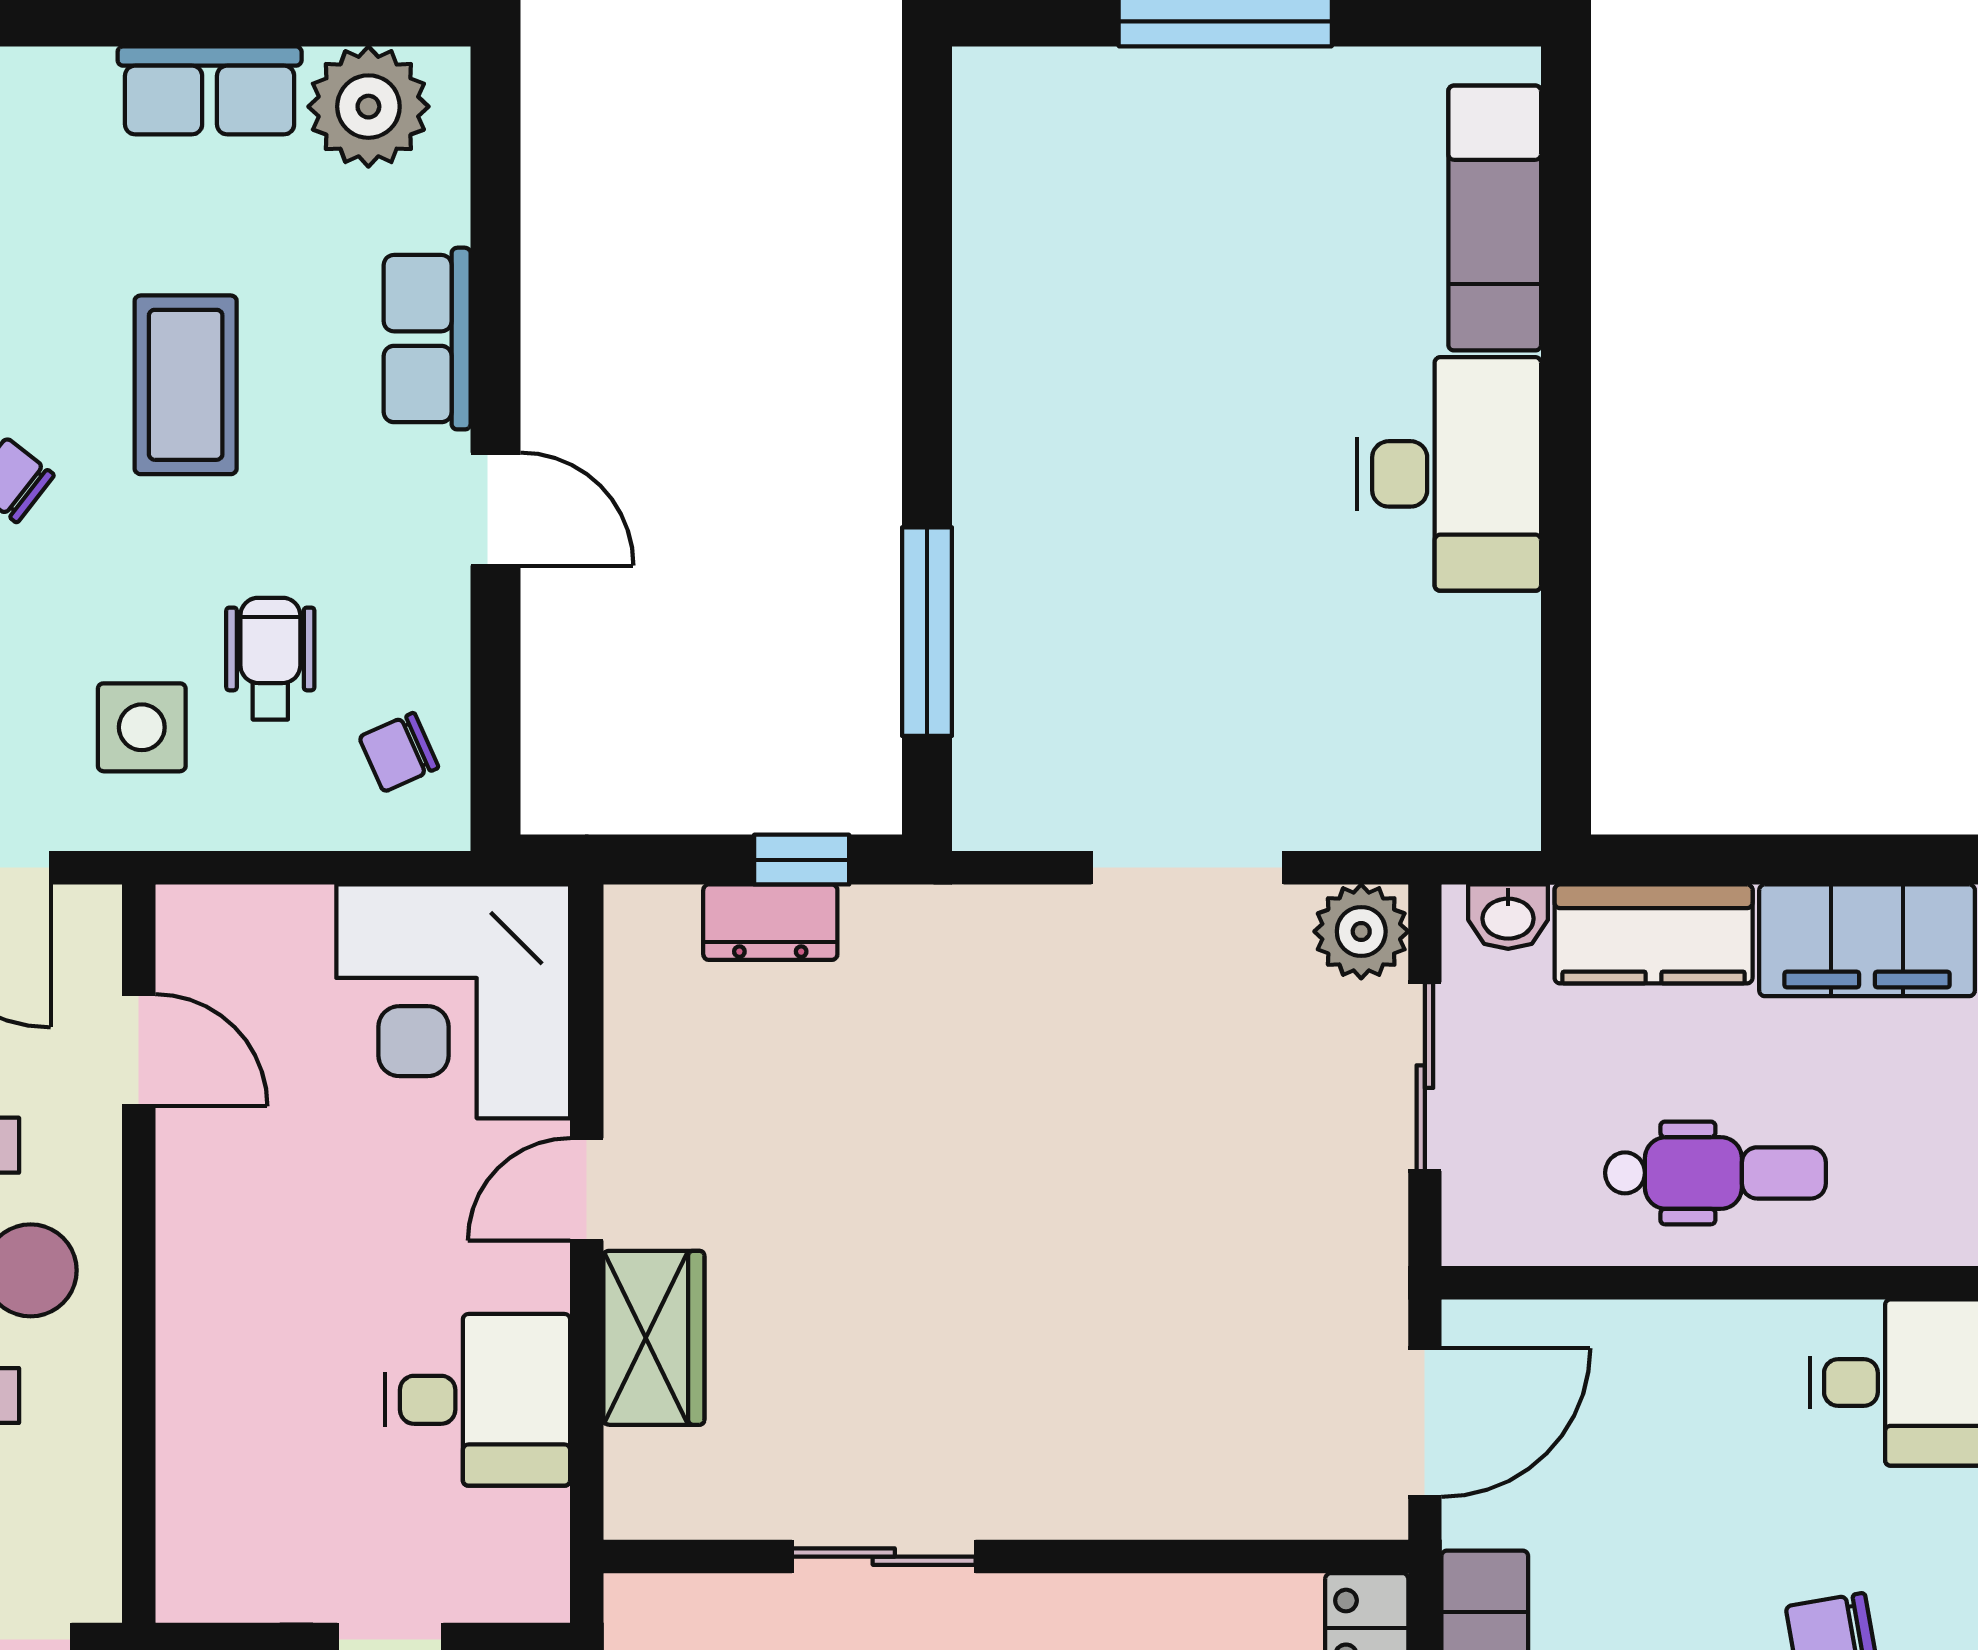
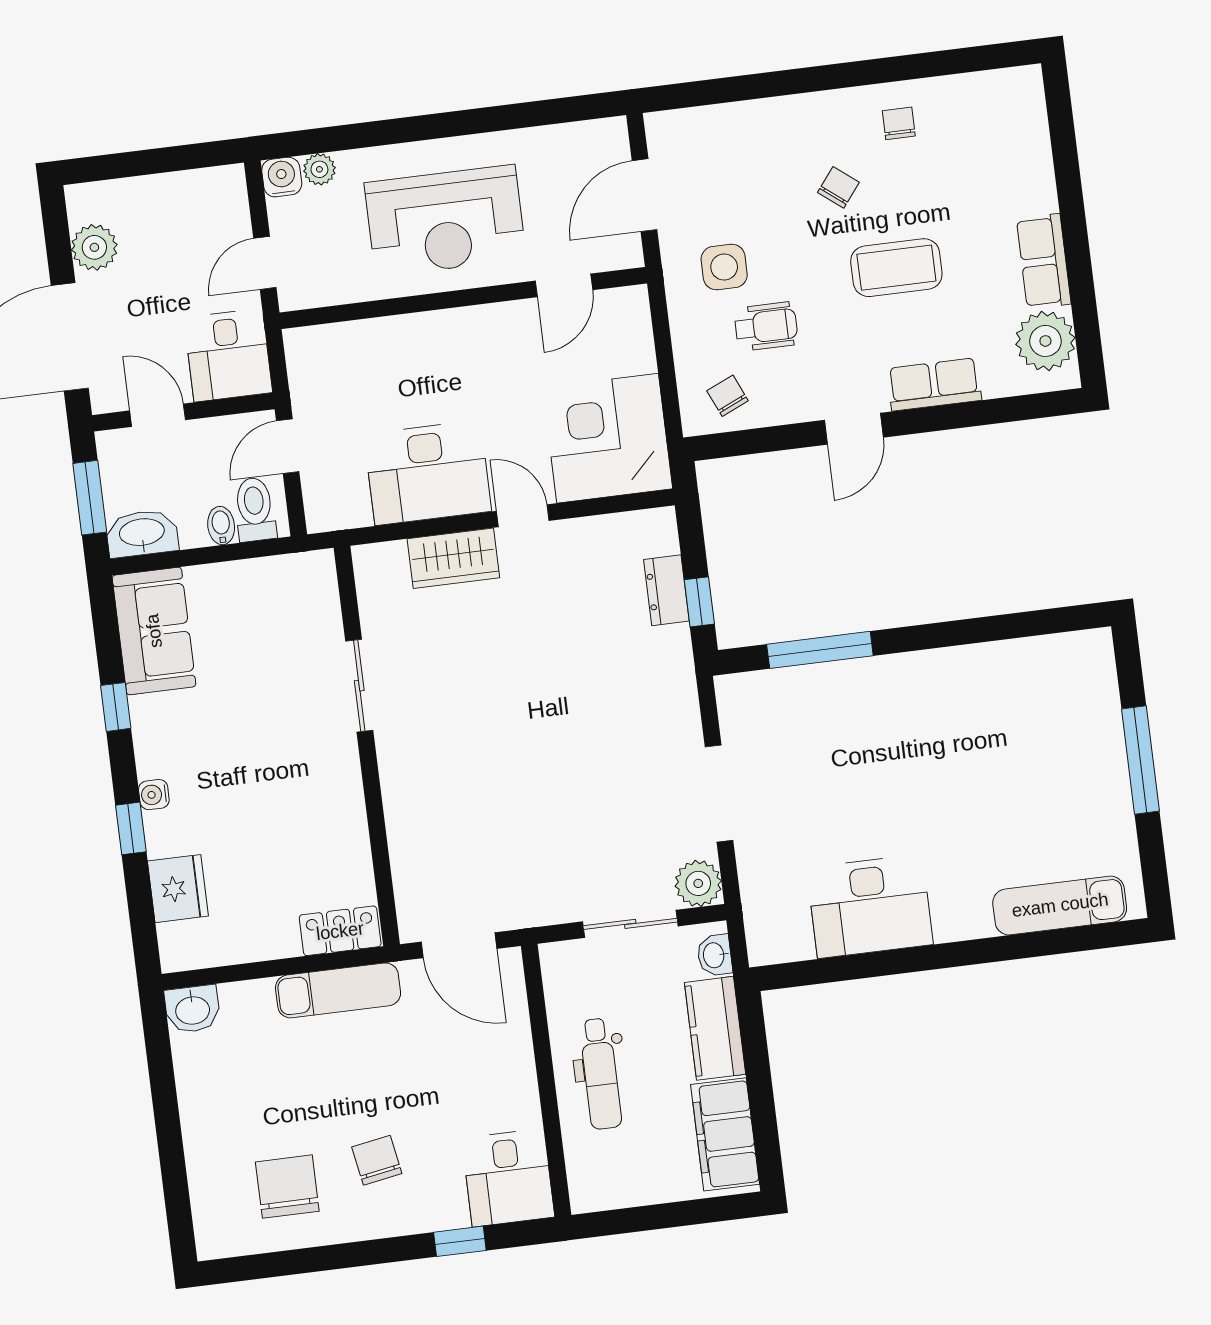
desk: (1449, 474) -> (870, 906), moved
desk: (478, 1400) -> (428, 473), width x1.37

